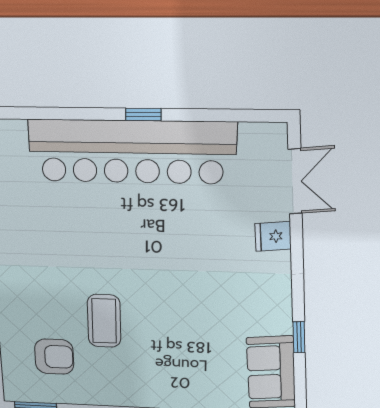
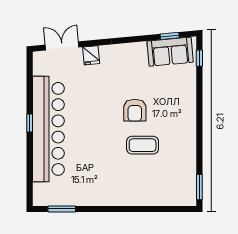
window: (299, 337) -> (170, 36), moved
armchair: (54, 357) -> (135, 110), moved, turned 180

